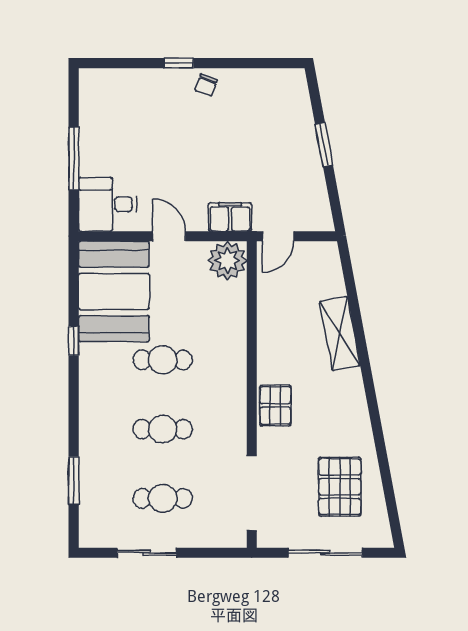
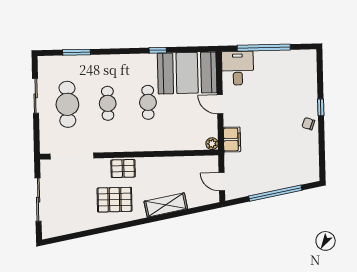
window: (324, 145) -> (275, 193), width x2.11
window: (74, 159) -> (264, 48), width x1.46
door: (169, 236) -> (220, 104), swing flipped
door: (278, 236) -> (222, 182), moved
plant: (227, 261) -> (212, 144), width x0.53, depth x0.53
pallet: (340, 487) -> (115, 200), moved
cafe table: (163, 498) -> (67, 104), width x1.37, depth x1.35

